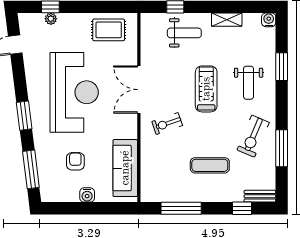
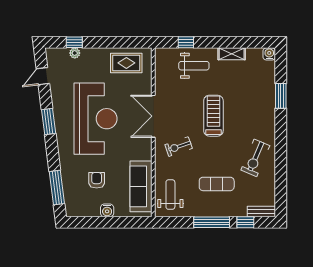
weight bench: (249, 83) -> (170, 195), moved, turned 180
window: (24, 116) -> (49, 122), moved
window: (282, 148) -> (281, 169), removed
window: (181, 208) -> (212, 222), moved

